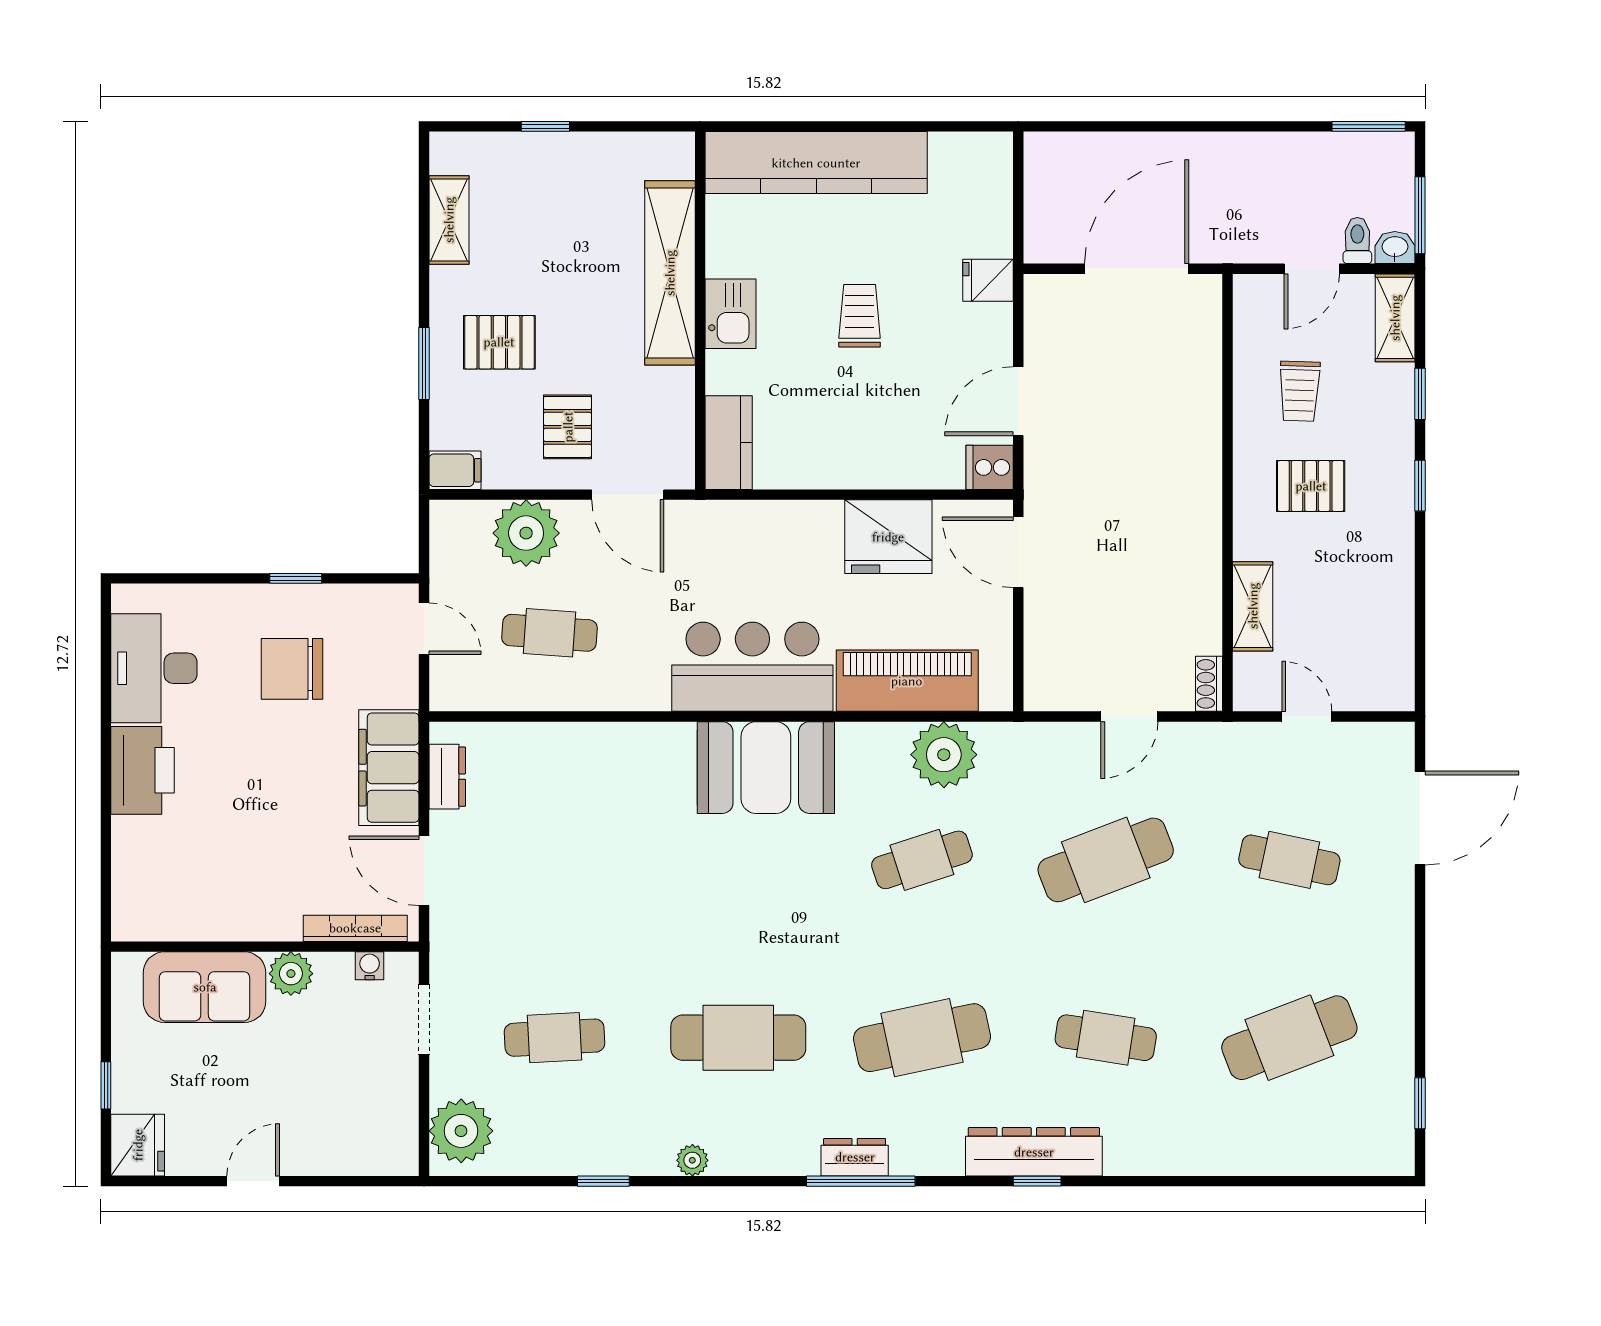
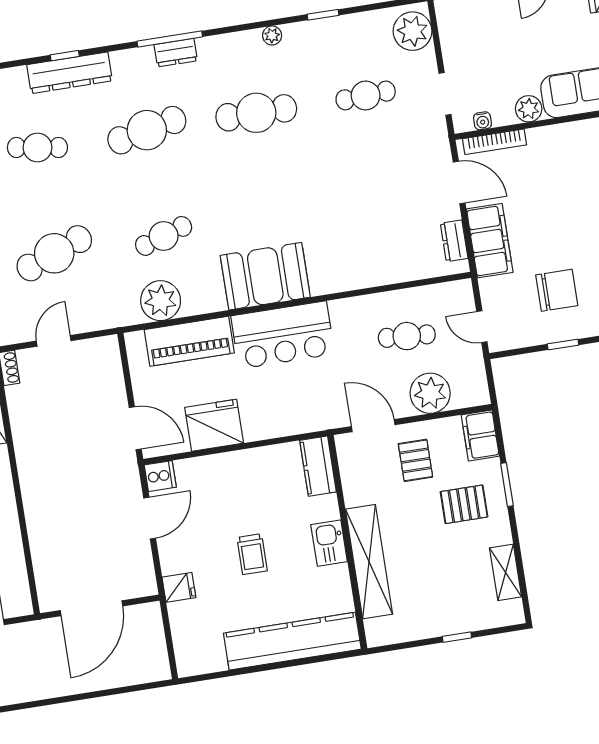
filing cabinet: (455, 470) -> (480, 435), width x2.00

